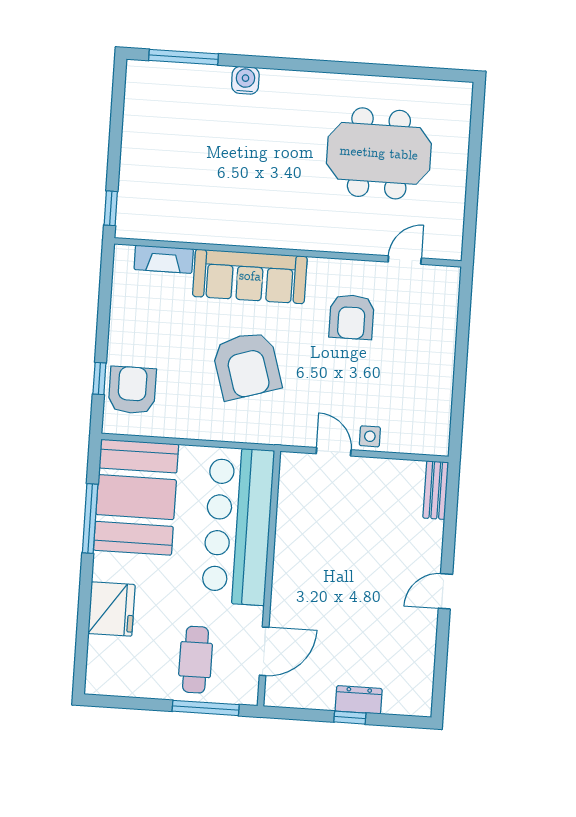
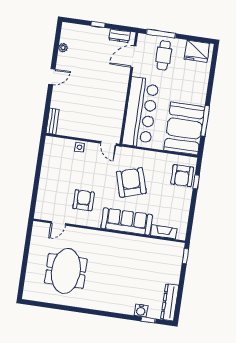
window: (183, 57) -> (148, 320), width x0.46
water cooler: (245, 80) -> (141, 310), moved
dresser: (138, 101) -> (170, 302), added
meeting table: (379, 153) -> (66, 271), turned 90
door: (334, 452) -> (108, 143), moved
fridge: (112, 609) -> (197, 51), moved, turned -90
plant: (425, 659) -> (63, 48), added
dresser: (359, 700) -> (119, 36), moved

